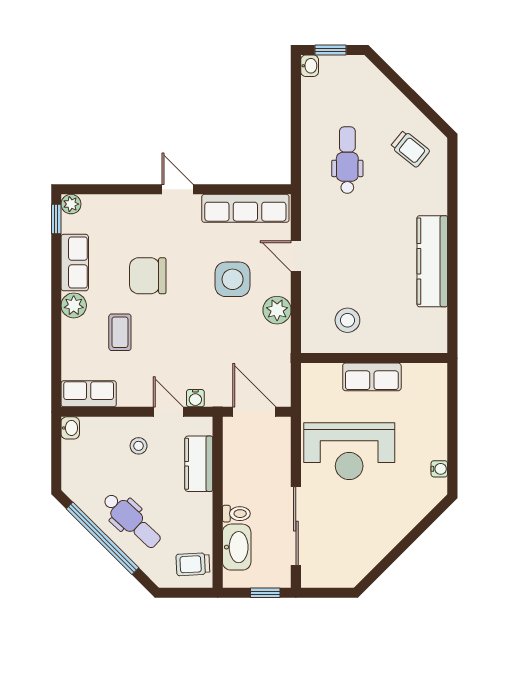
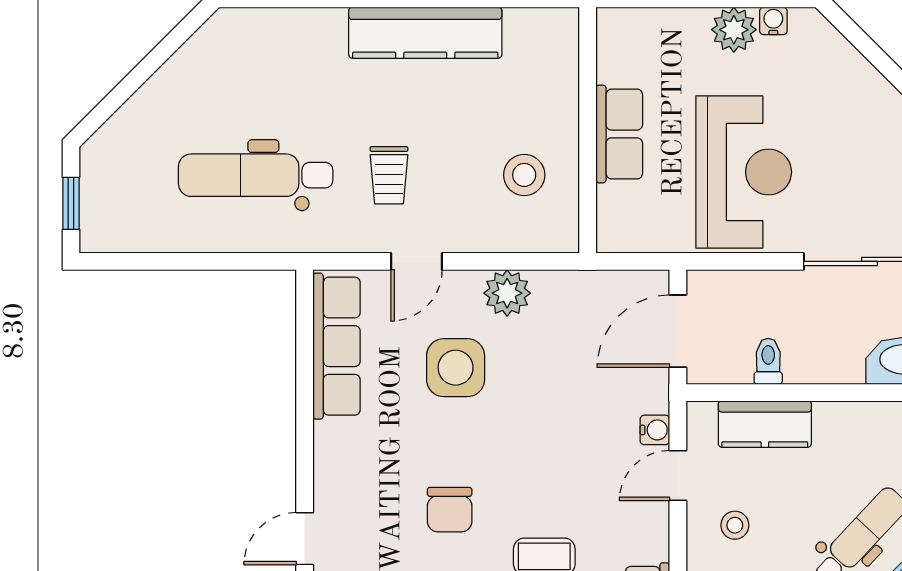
washbasin: (310, 66) -> (98, 238), removed
trolley: (410, 149) -> (389, 175), moved, turned 141
dental chair: (347, 160) -> (256, 175), width x1.36, depth x1.38
door: (177, 189) -> (305, 539), moved
chair: (148, 276) -> (450, 510), width x0.73, depth x0.73
plant: (434, 445) -> (734, 30), added
toilet: (236, 514) -> (768, 361), moved

